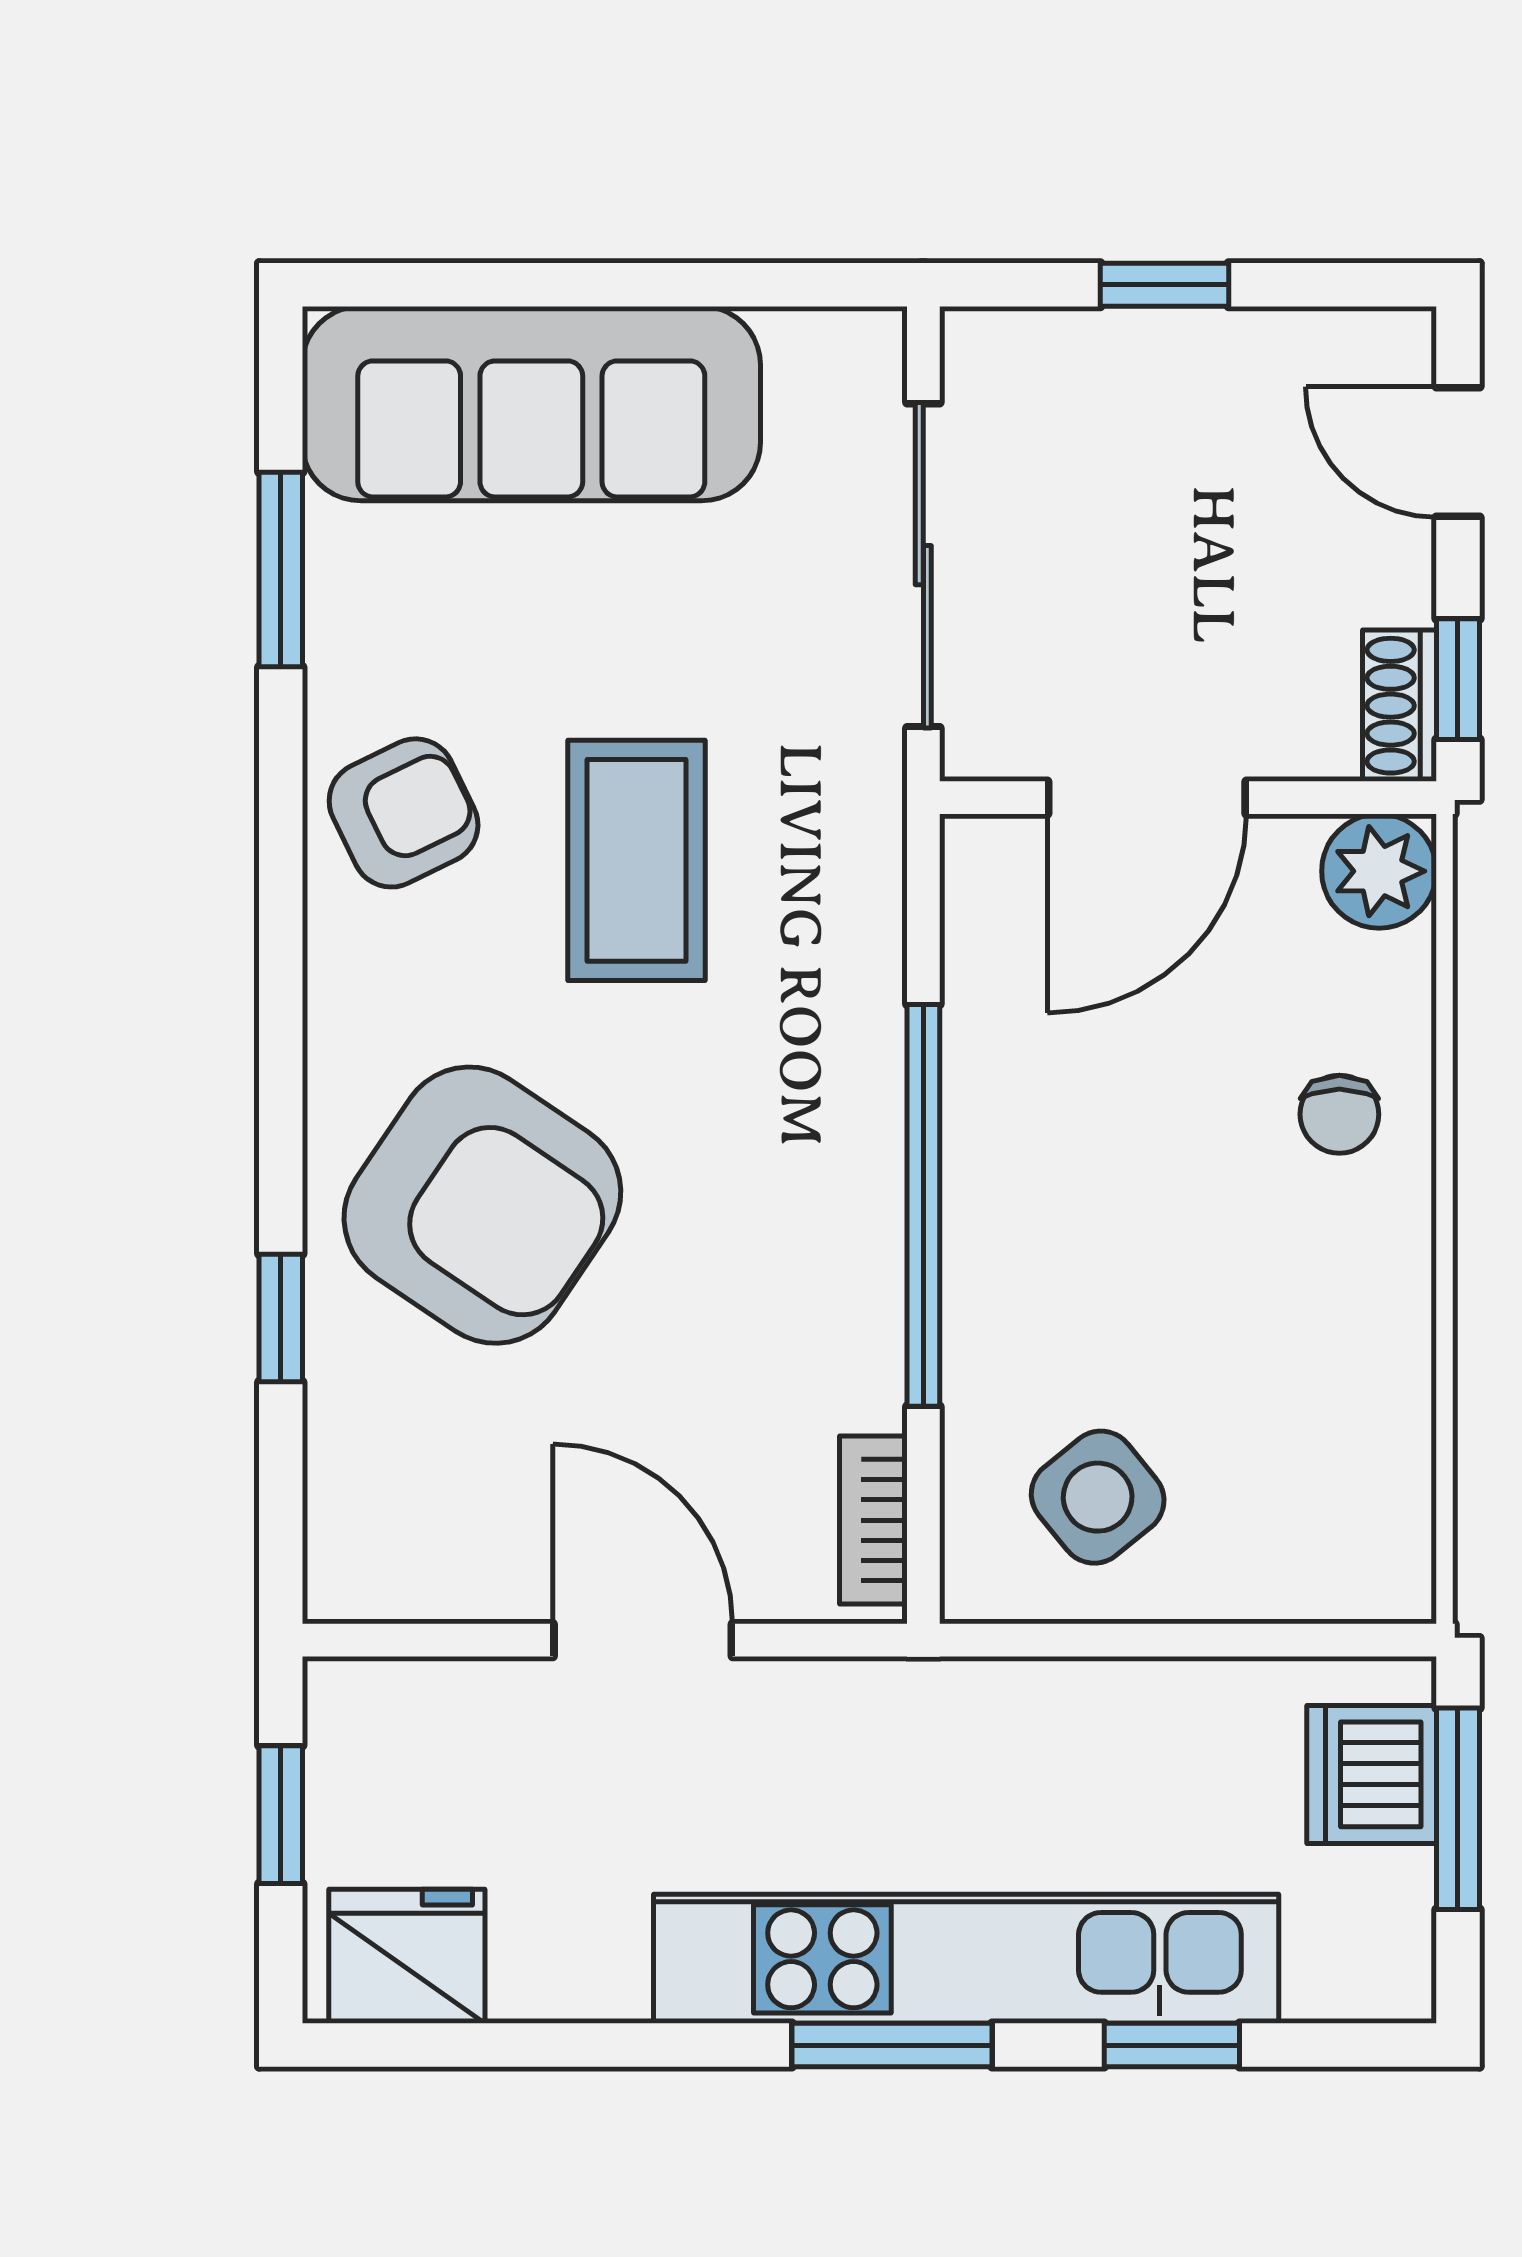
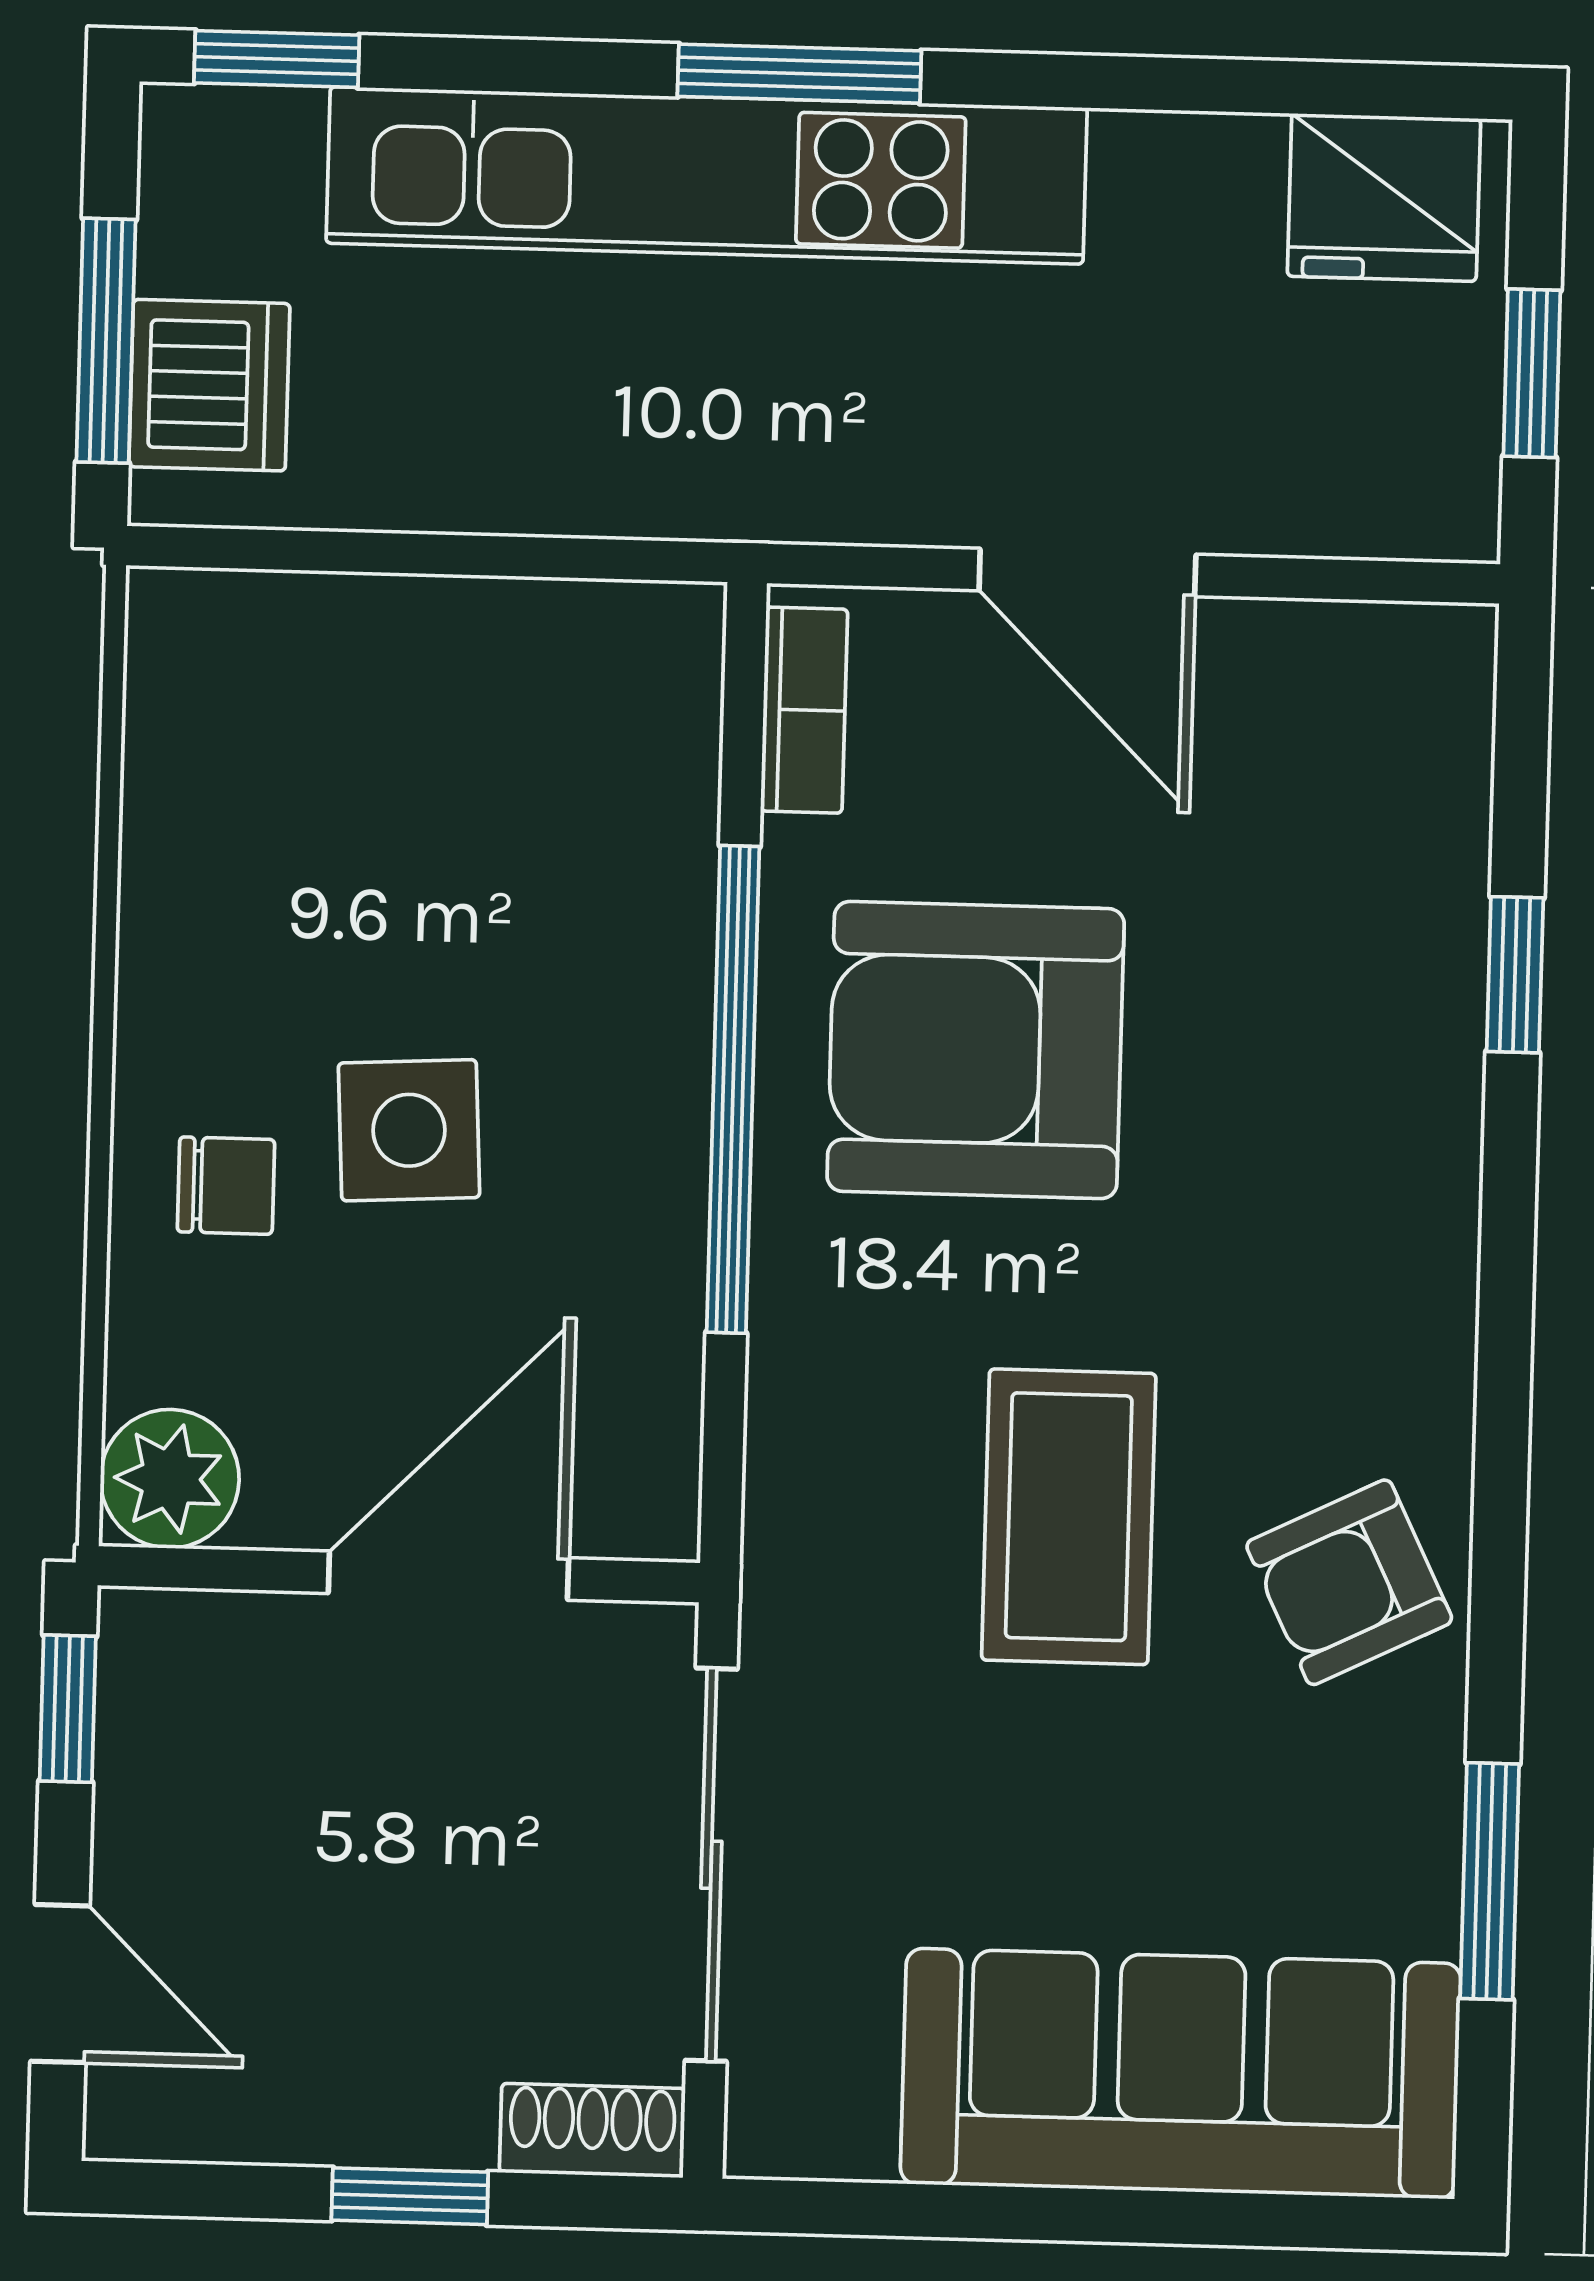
shoe rack: (1399, 706) -> (592, 2130), moved, turned -90
chair: (1339, 1114) -> (226, 1186), turned 90
armchair: (482, 1205) -> (976, 1050), moved, turned -34
side table: (1098, 1497) -> (409, 1130), moved, turned 36
window: (1172, 2045) -> (277, 59), moved

